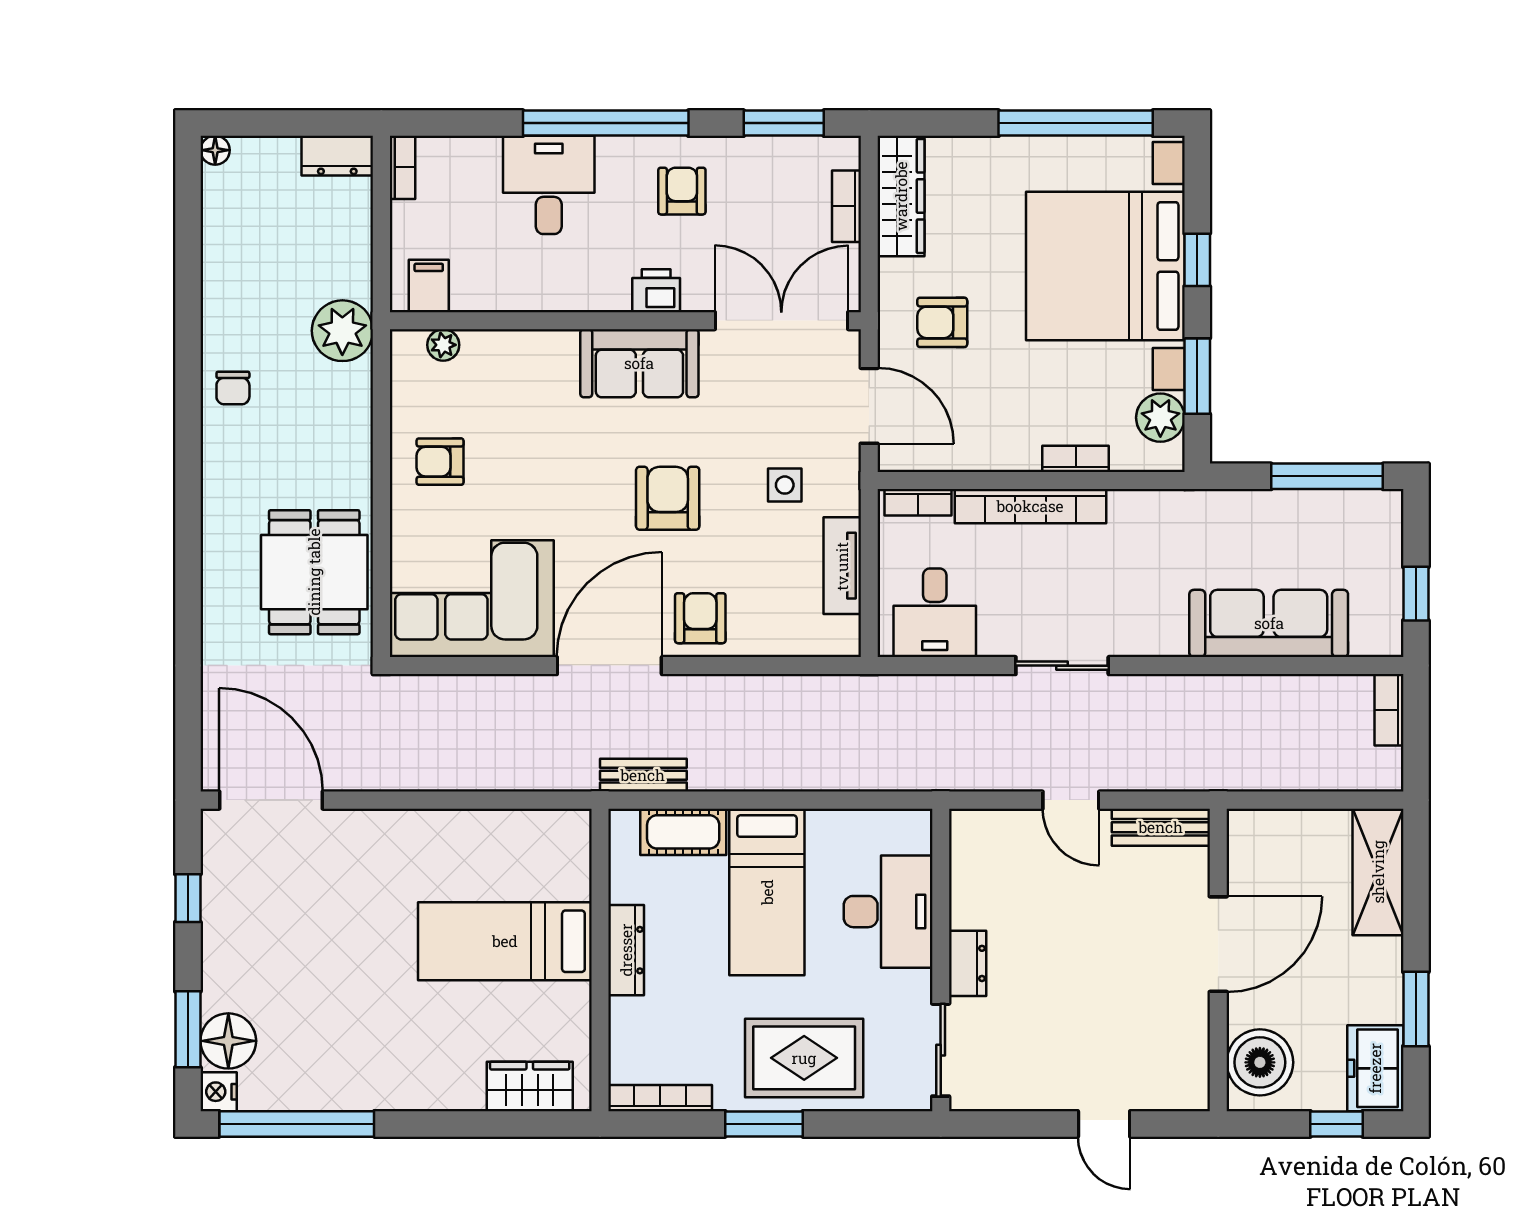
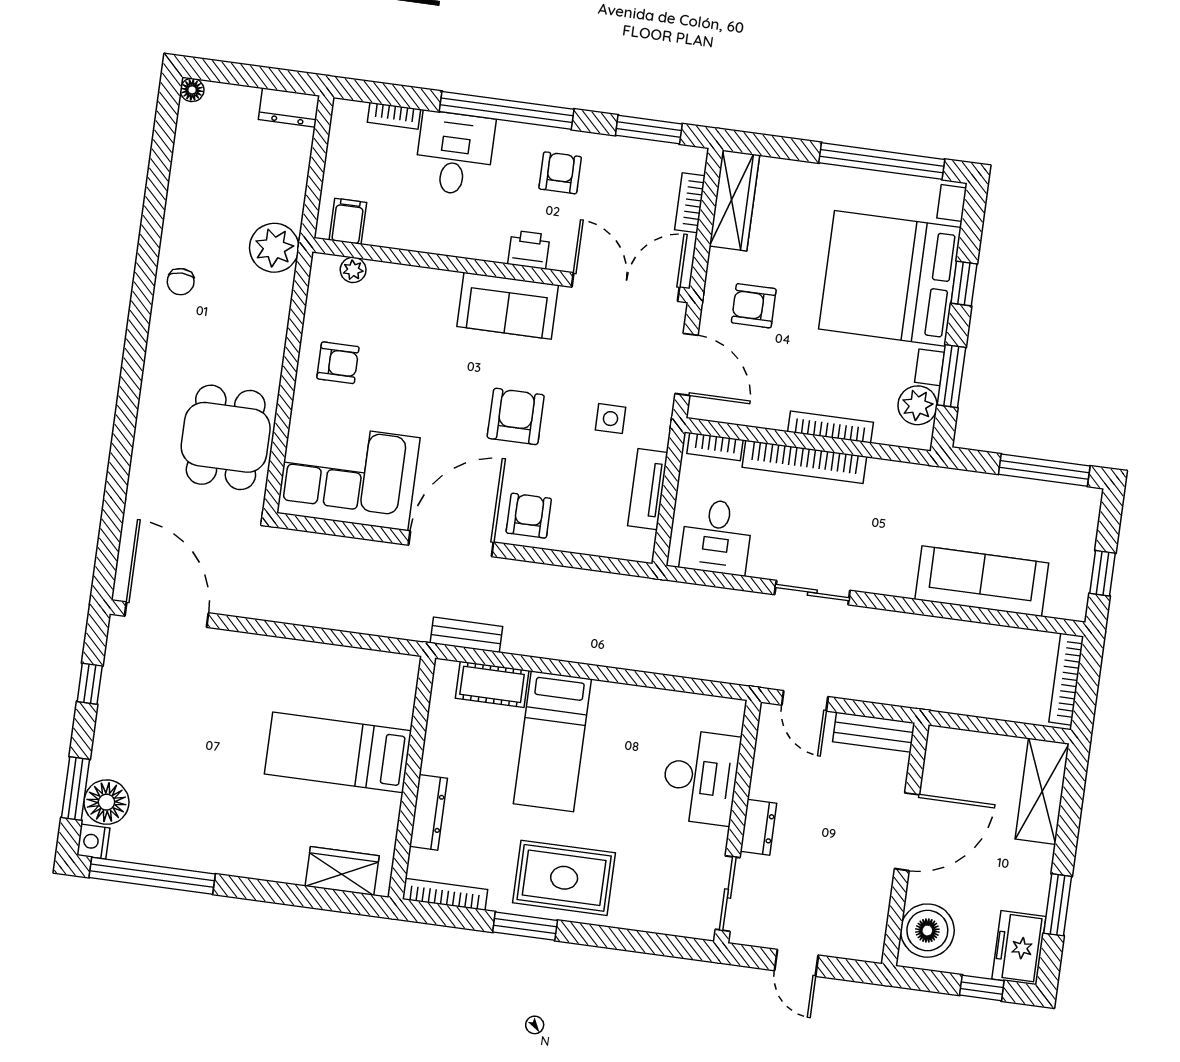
bookcase: (402, 167) -> (394, 116), moved, turned 90
bookcase: (1076, 459) -> (830, 427), width x1.56
armchair: (440, 462) -> (338, 363), turned 180
bookcase: (1389, 710) -> (1066, 679), width x1.56
desk: (888, 912) -> (701, 777), moved
dresser: (626, 950) -> (428, 812), moved
wall: (941, 960) -> (737, 822), moved
dresser: (968, 963) -> (758, 827), moved
sliding door: (941, 1050) -> (728, 894), moved

